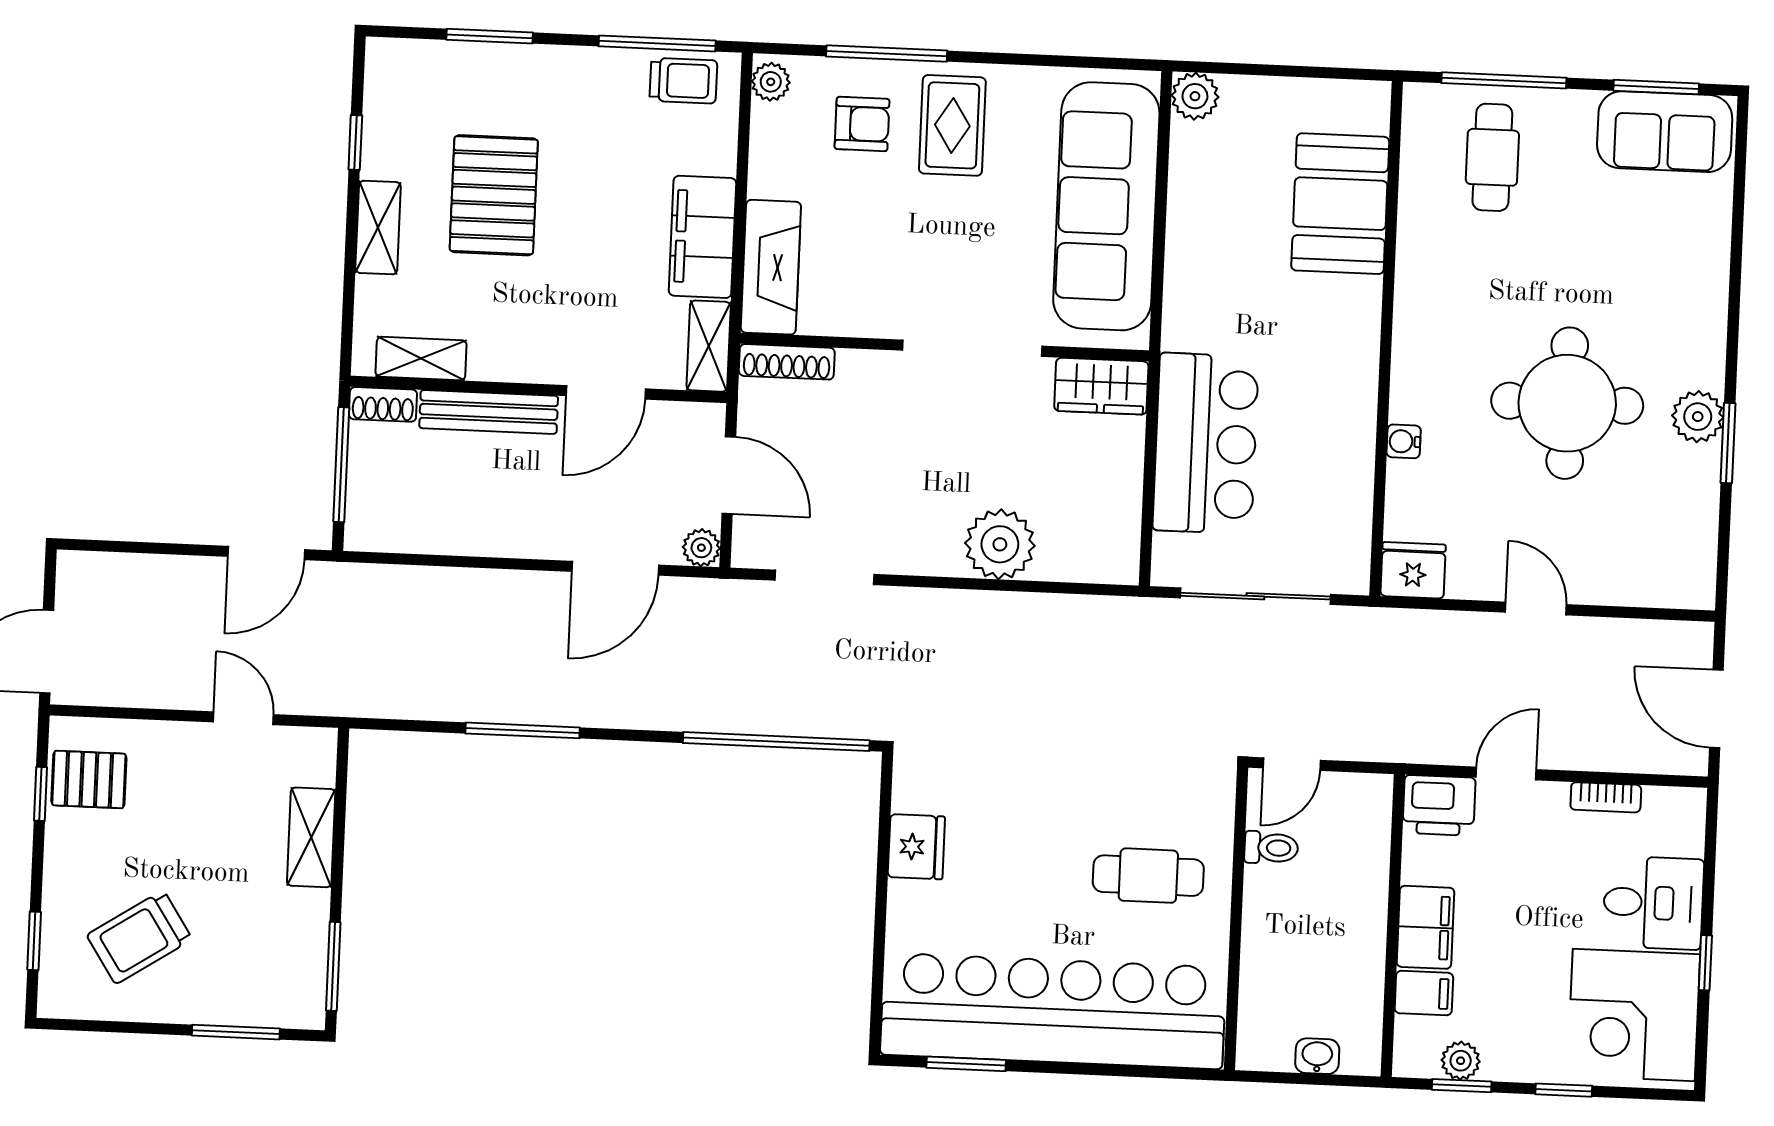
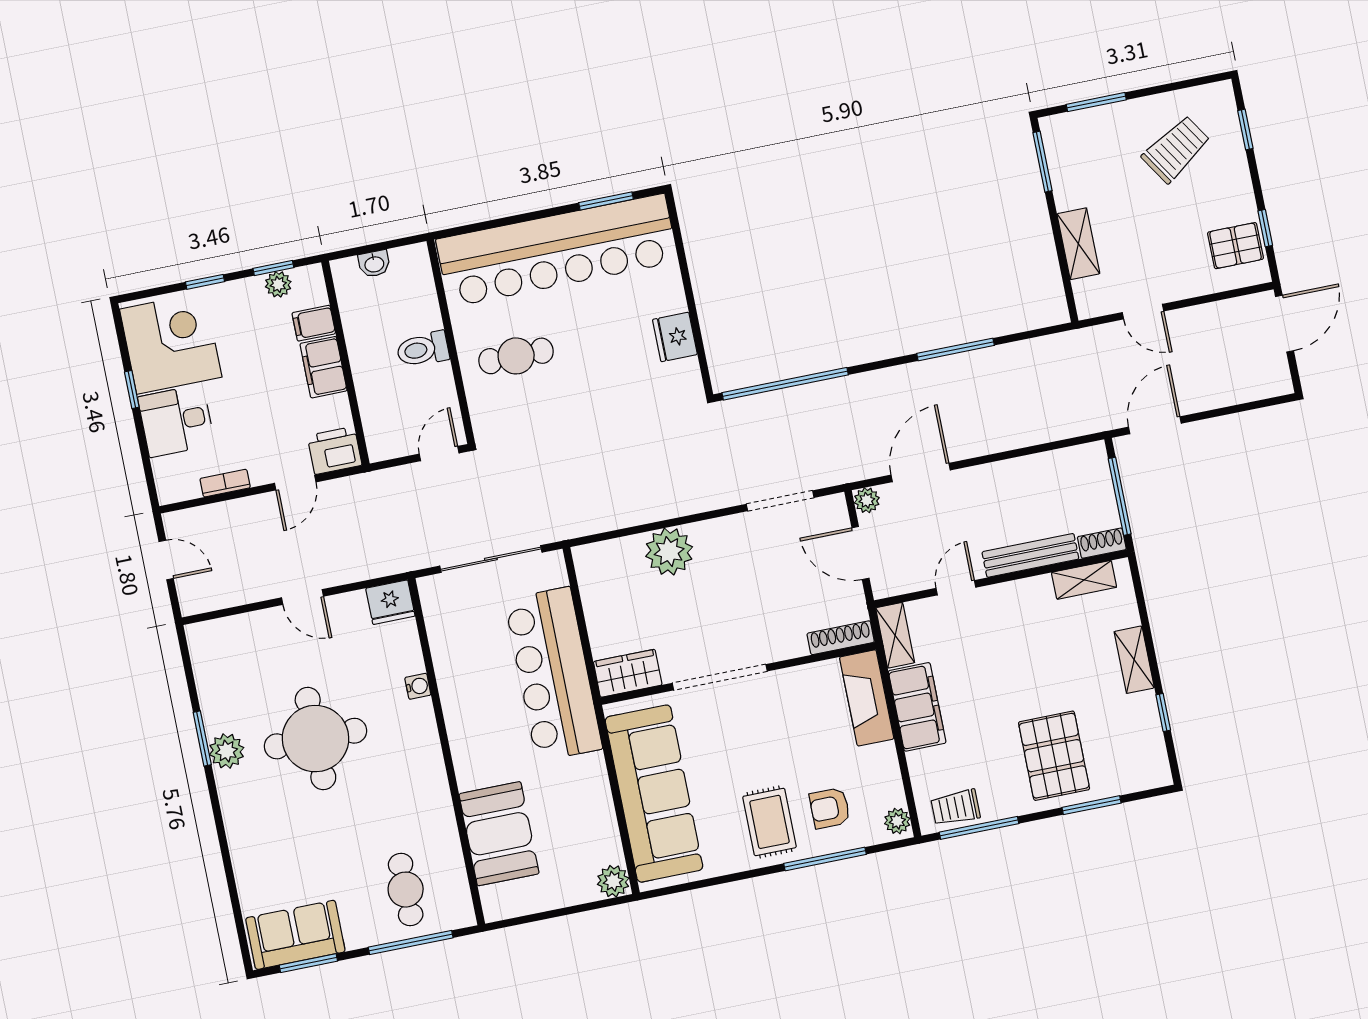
pallet: (494, 195) -> (1054, 756), moved
door: (606, 392) -> (956, 588), width x0.73
bar counter: (1206, 443) -> (553, 674), width x1.36
door: (1716, 709) -> (166, 560), width x0.73
toilet: (1271, 848) -> (423, 349), moved, width x1.37, depth x1.39

